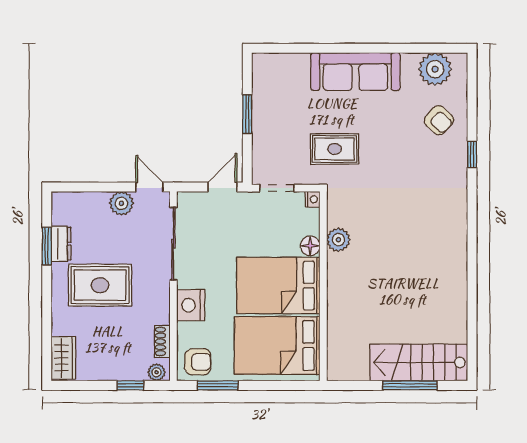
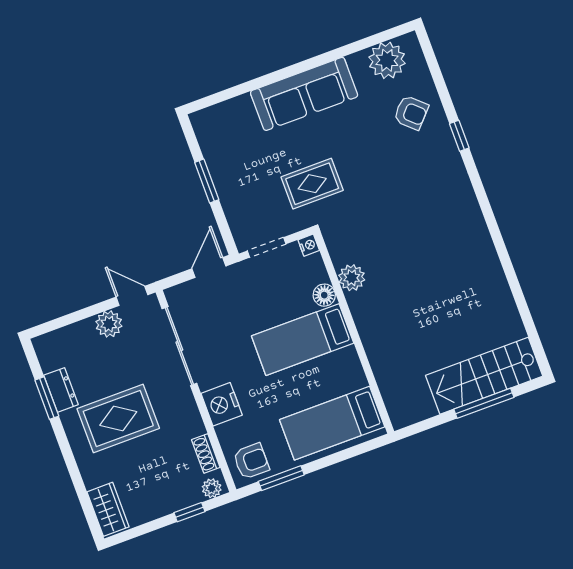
bed: (278, 286) -> (303, 340), width x0.67
bed: (277, 345) -> (332, 423), width x0.67

